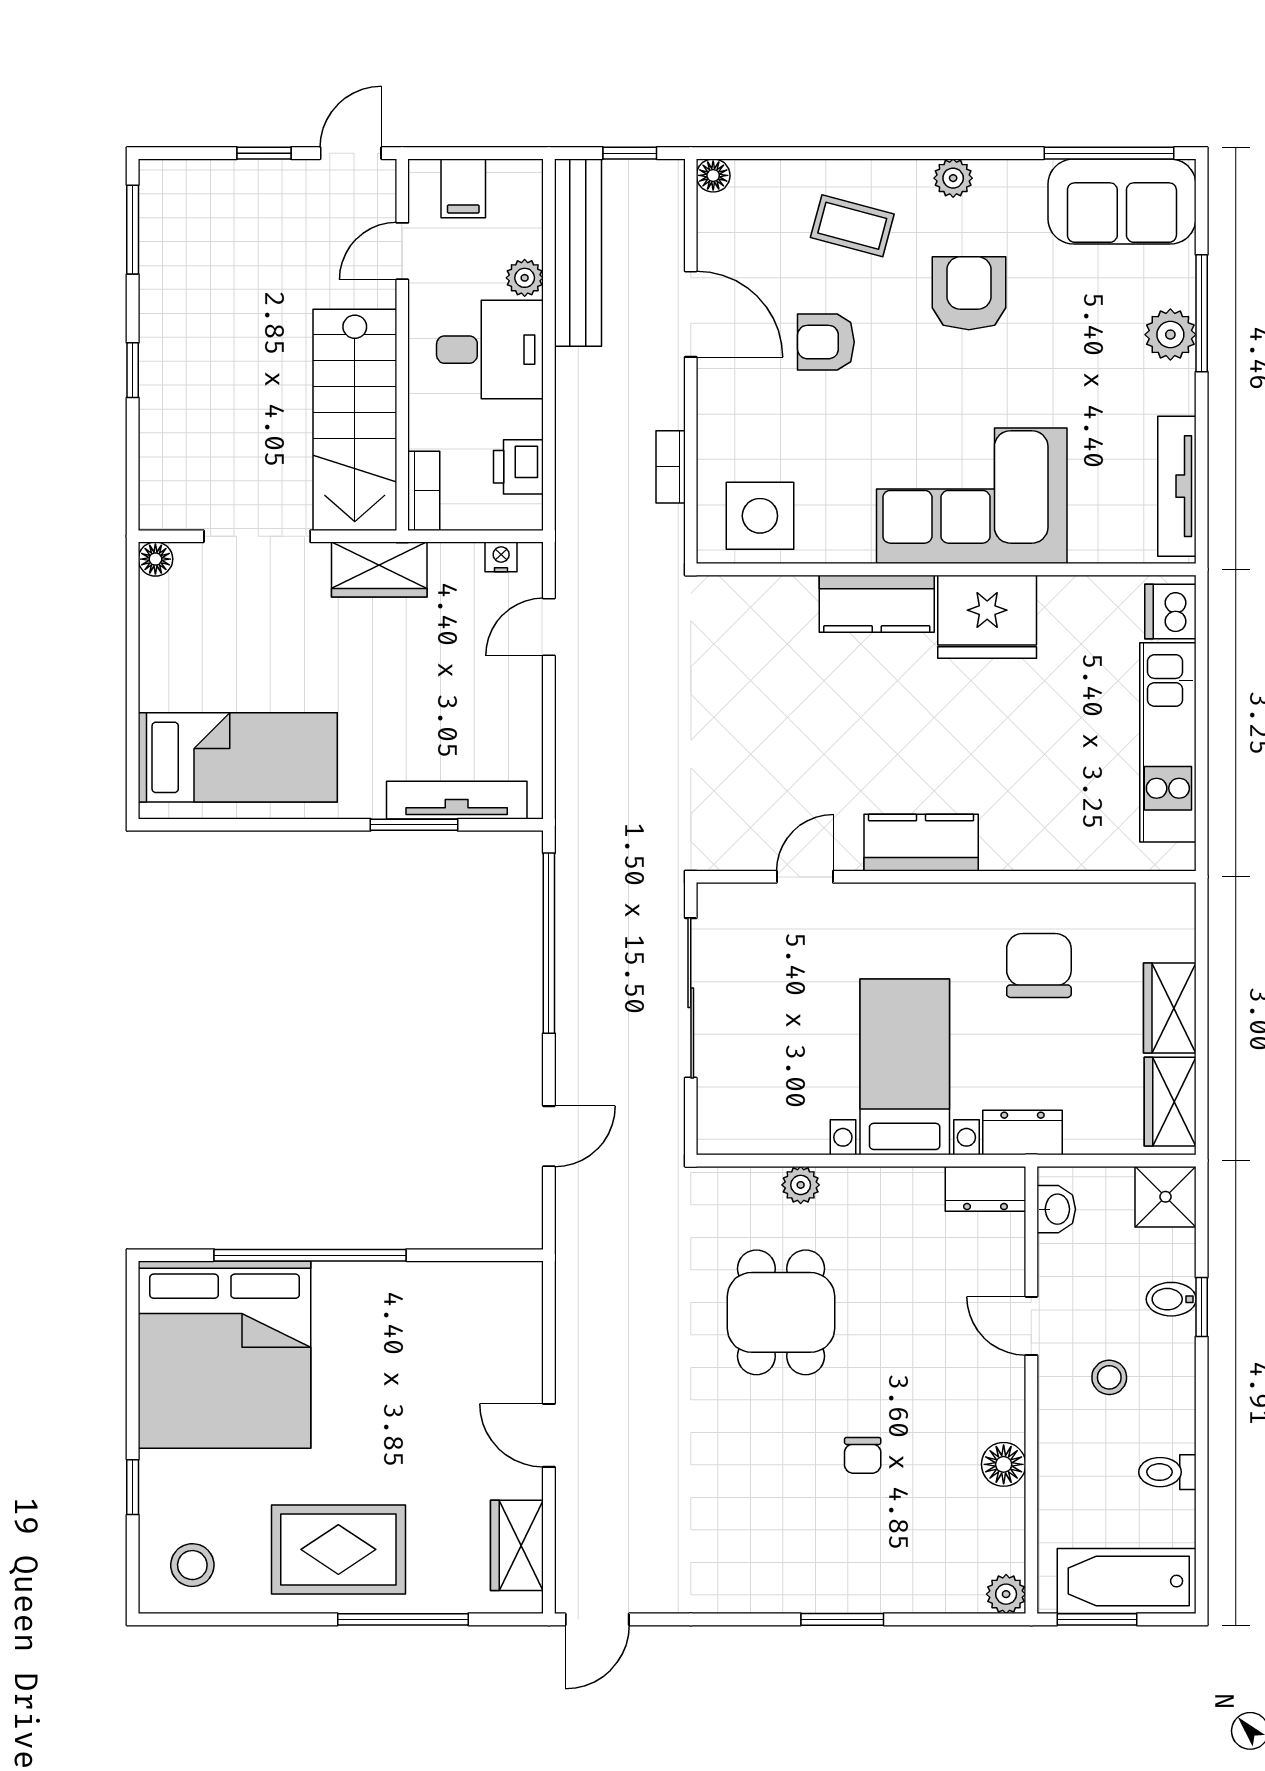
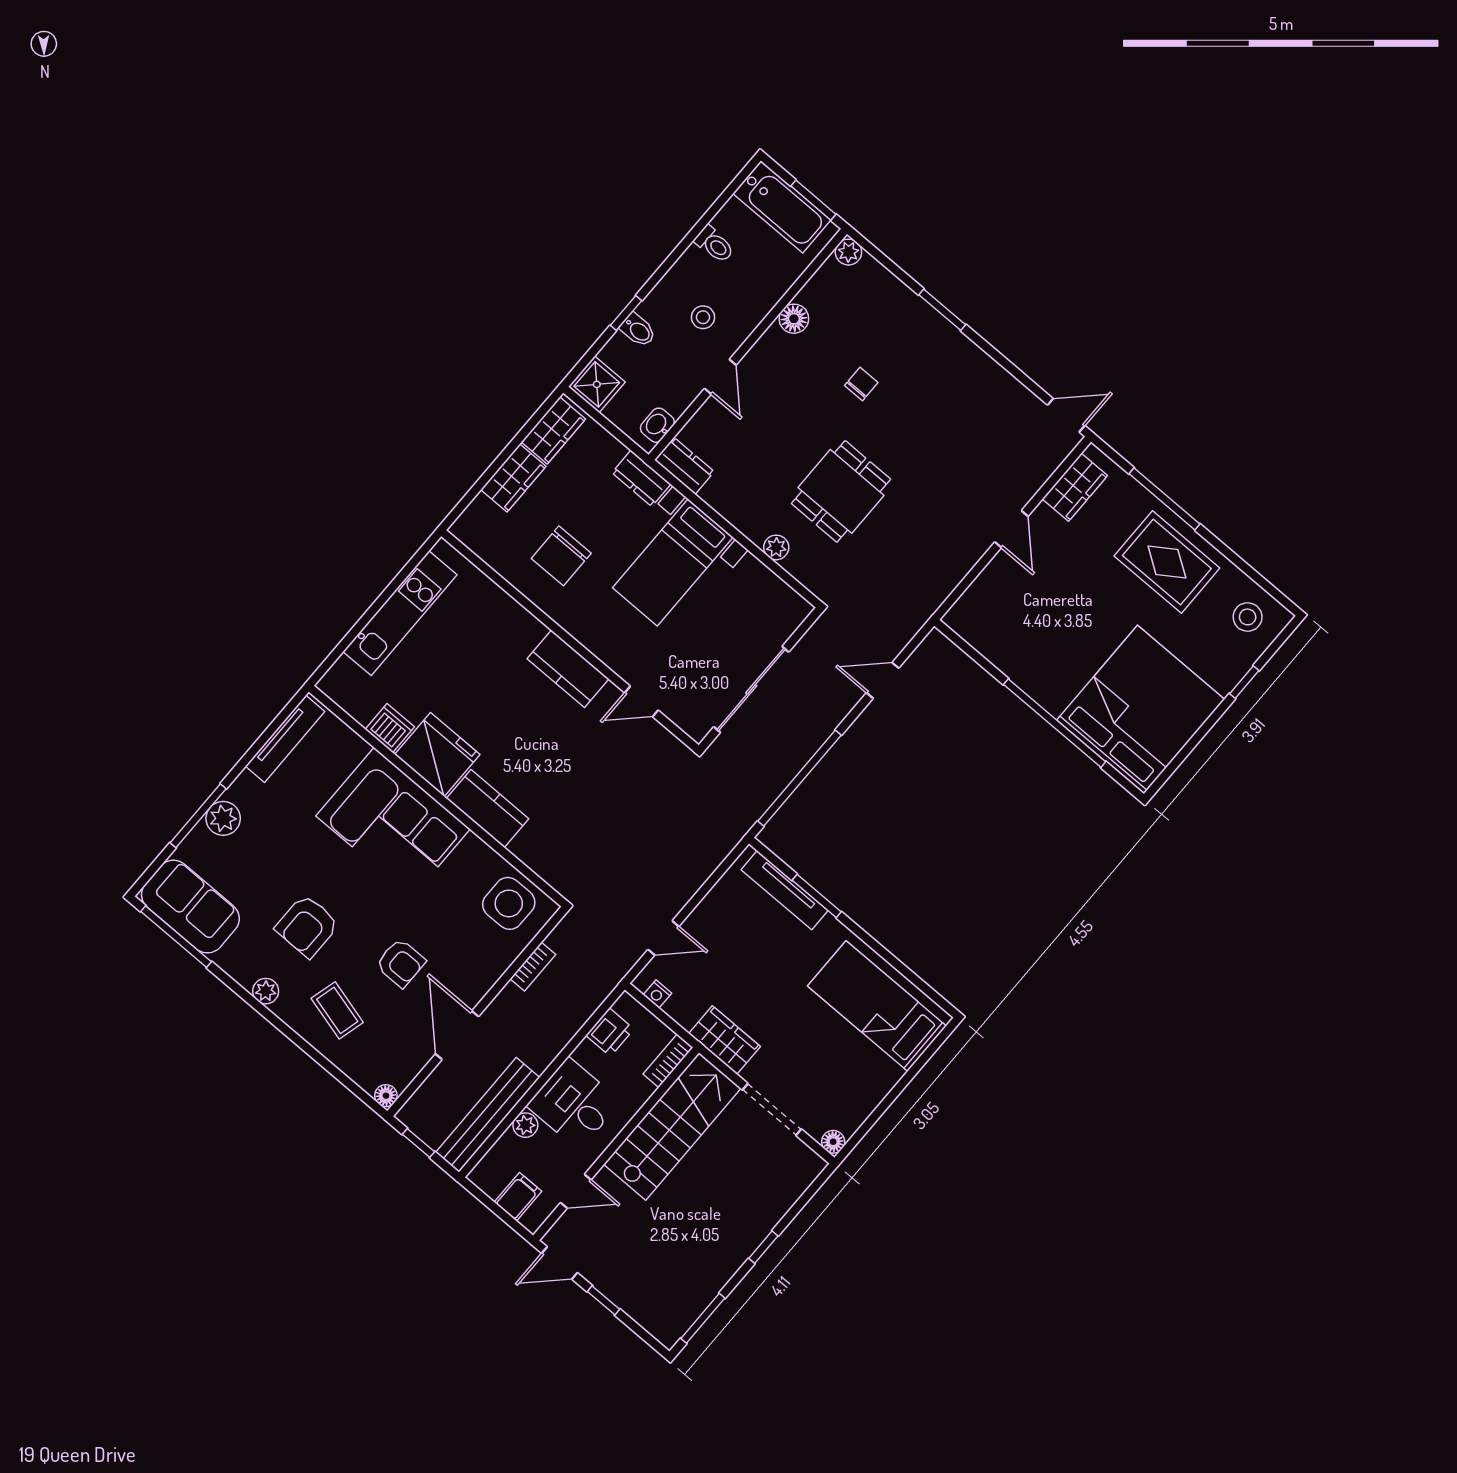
dishwasher: (1170, 612) -> (390, 728), moved, turned -90

